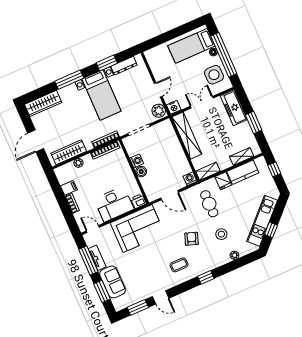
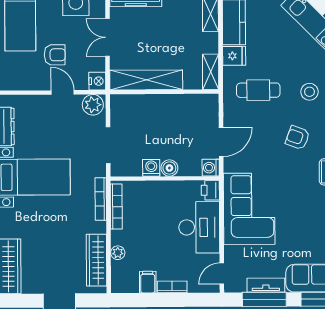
armchair: (178, 76) -> (55, 55), added
washing machine: (190, 179) -> (211, 168), moved

